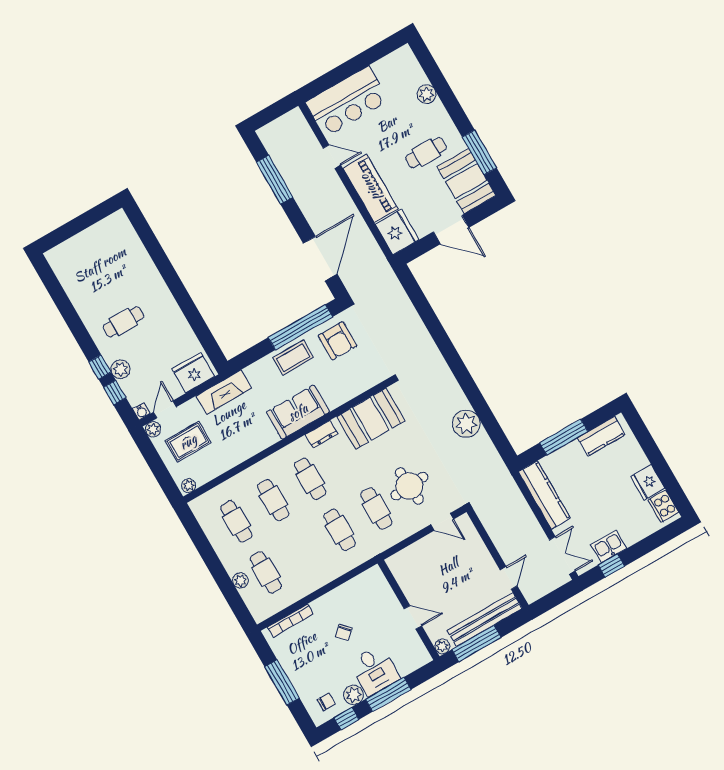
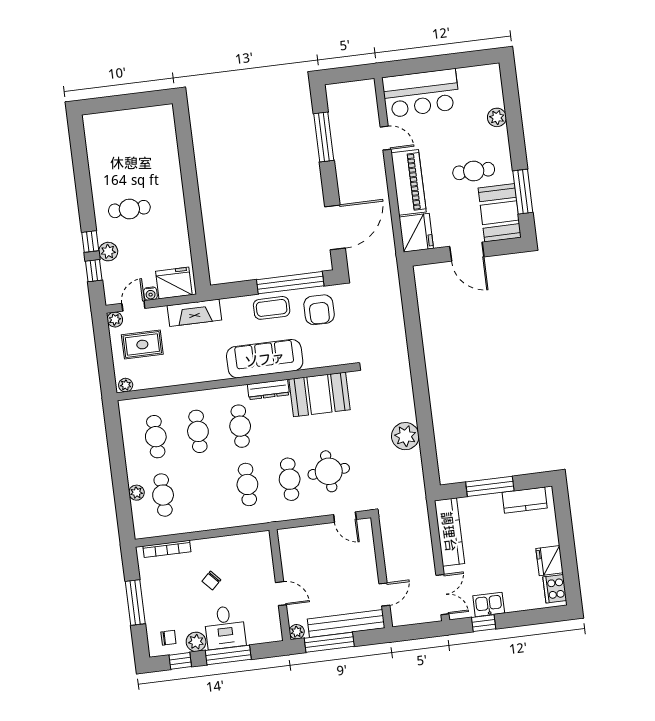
water cooler: (141, 411) -> (150, 294), moved
sofa: (298, 412) -> (265, 359), width x1.36
dresser: (322, 434) -> (268, 390), width x1.44

